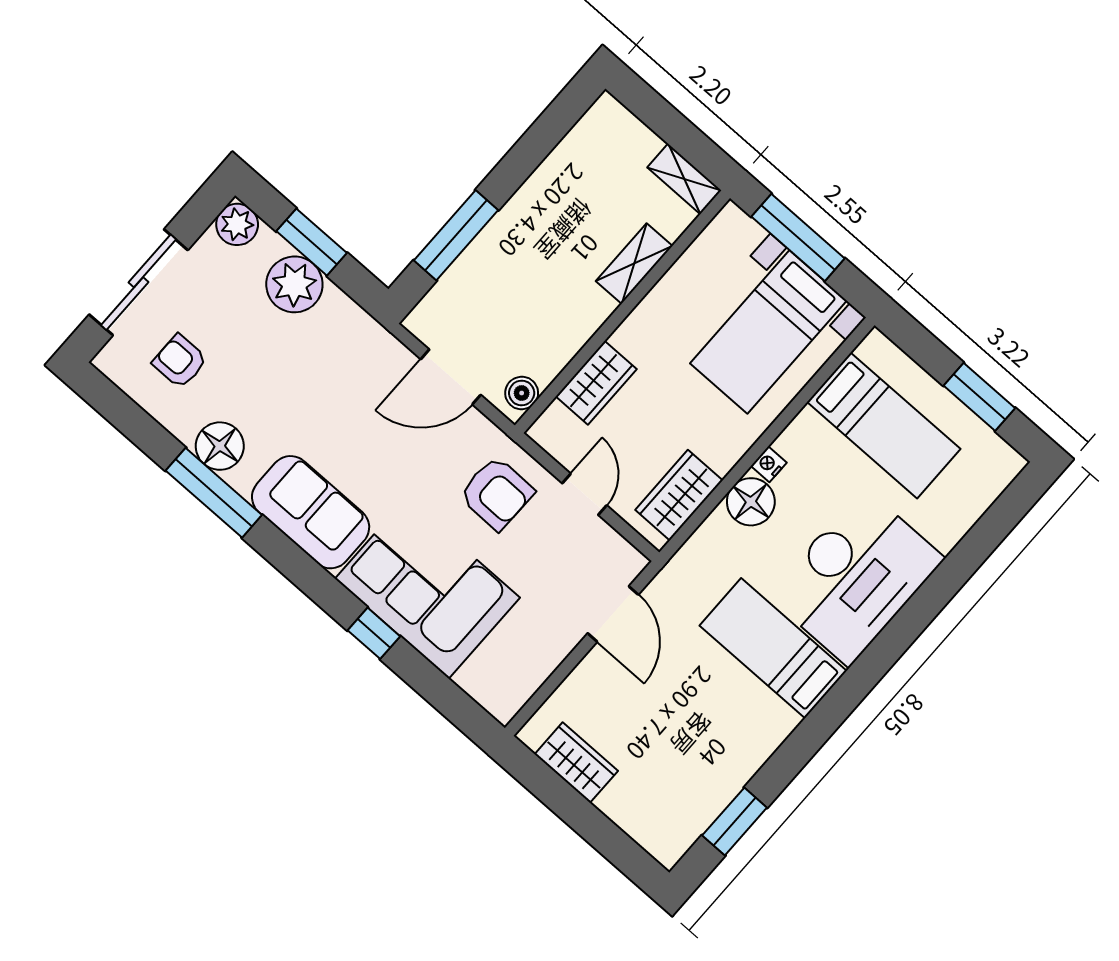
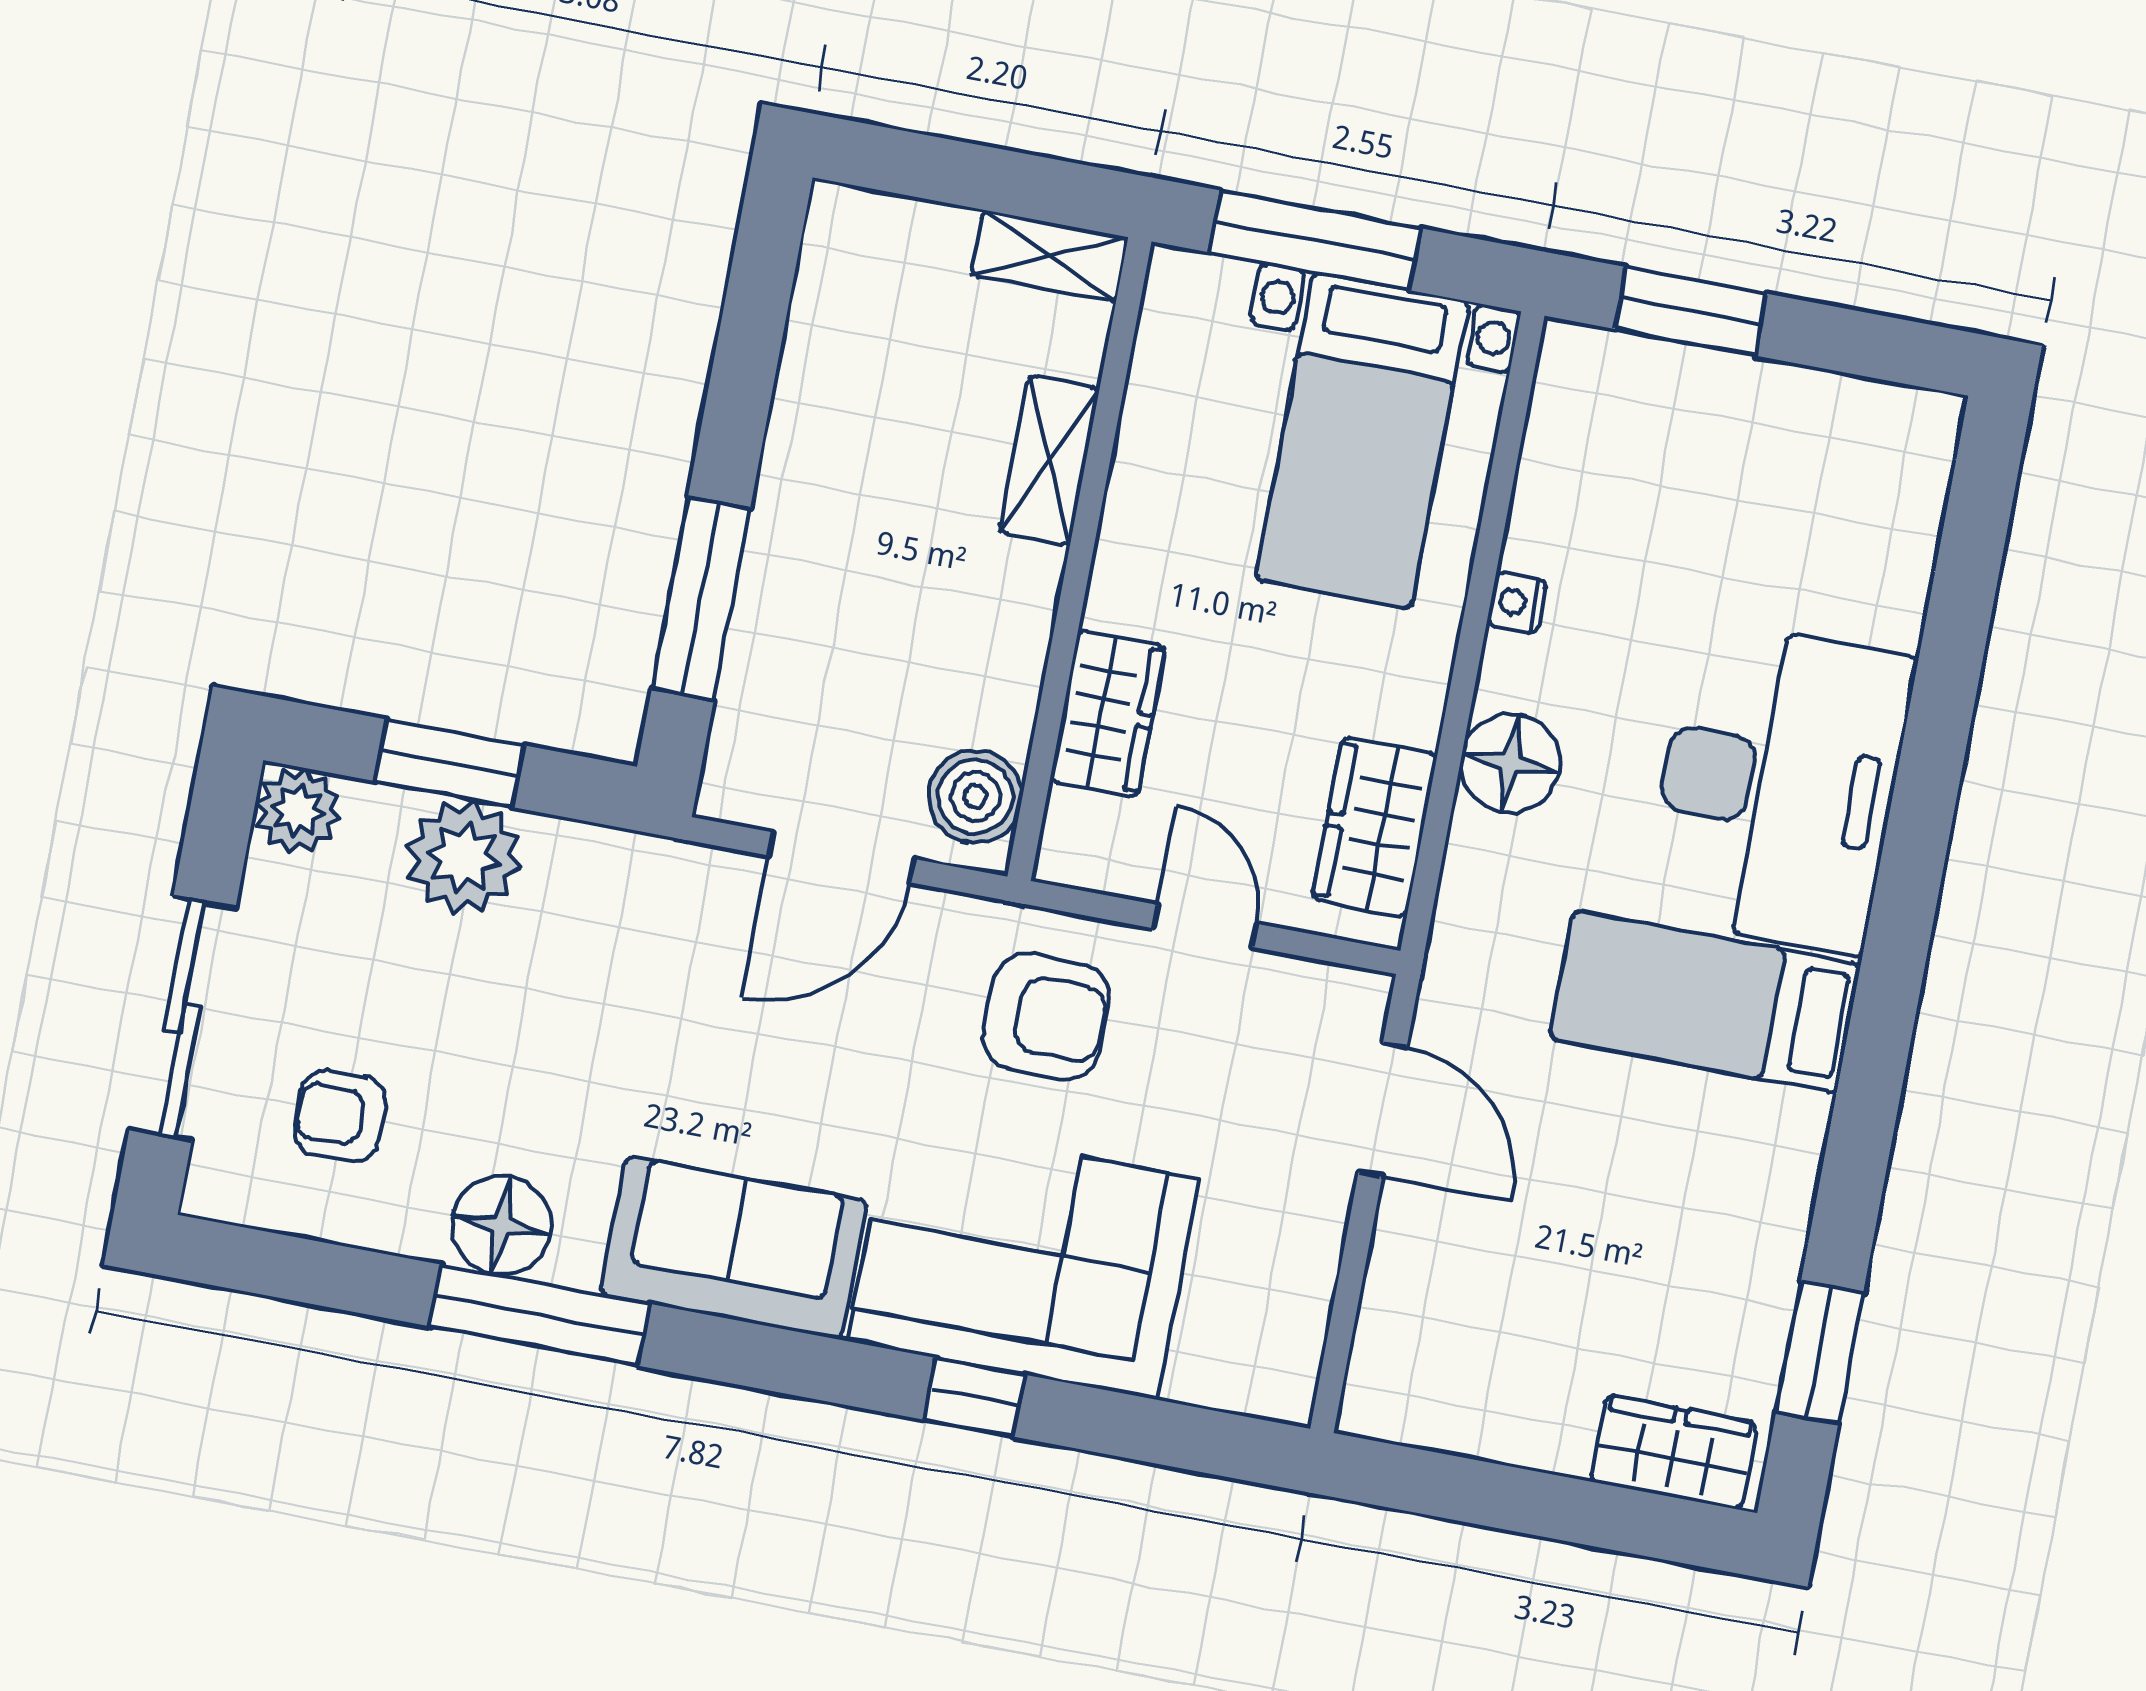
boiler: (522, 393) -> (975, 797), width x1.36, depth x1.36
window: (979, 397) -> (1690, 311), moved
bed: (884, 425) -> (1667, 486), removed
nightstand: (769, 464) -> (1517, 603), moved
wardrobe: (576, 763) -> (1674, 1452), moved

